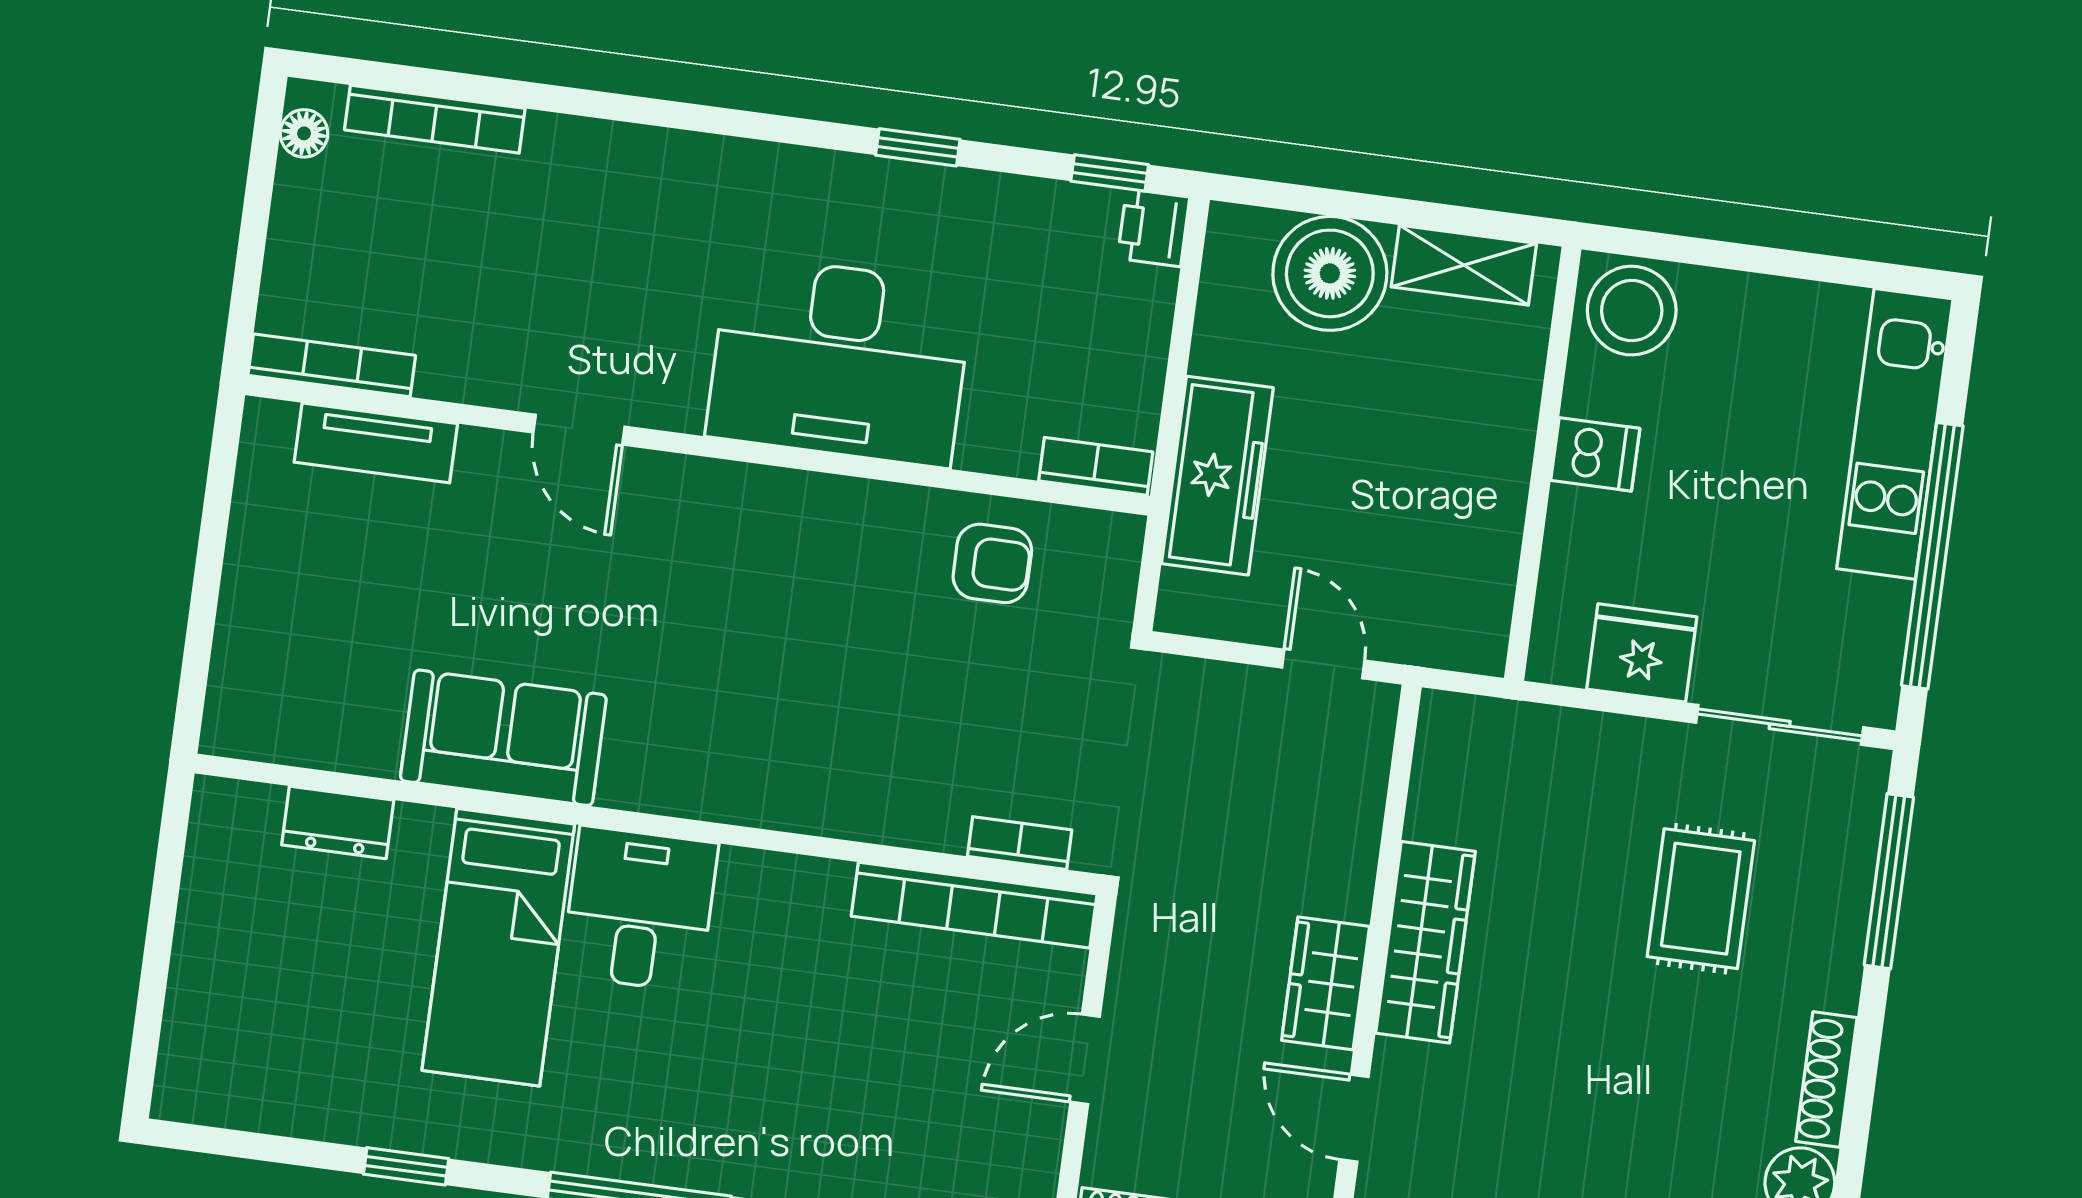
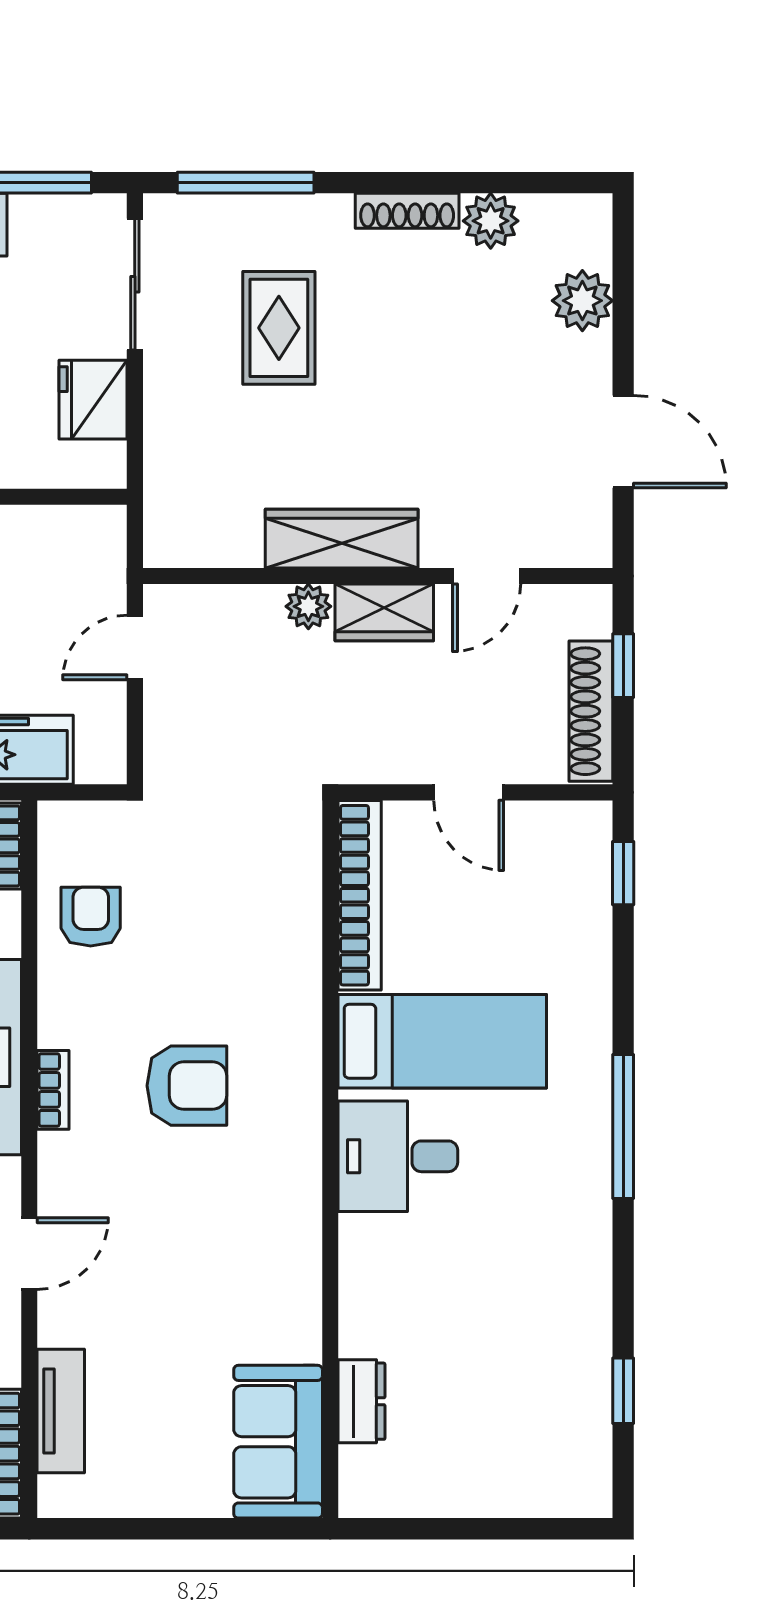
armchair: (764, 656) -> (187, 1086), added
sofa: (503, 738) -> (278, 1442), moved
bookcase: (1020, 843) -> (53, 1090), moved, turned 180
plant: (1346, 889) -> (308, 606), added
rug: (1701, 899) -> (279, 328), turned 90
bed: (498, 947) -> (442, 1041), moved
window: (406, 1166) -> (623, 1391), moved

